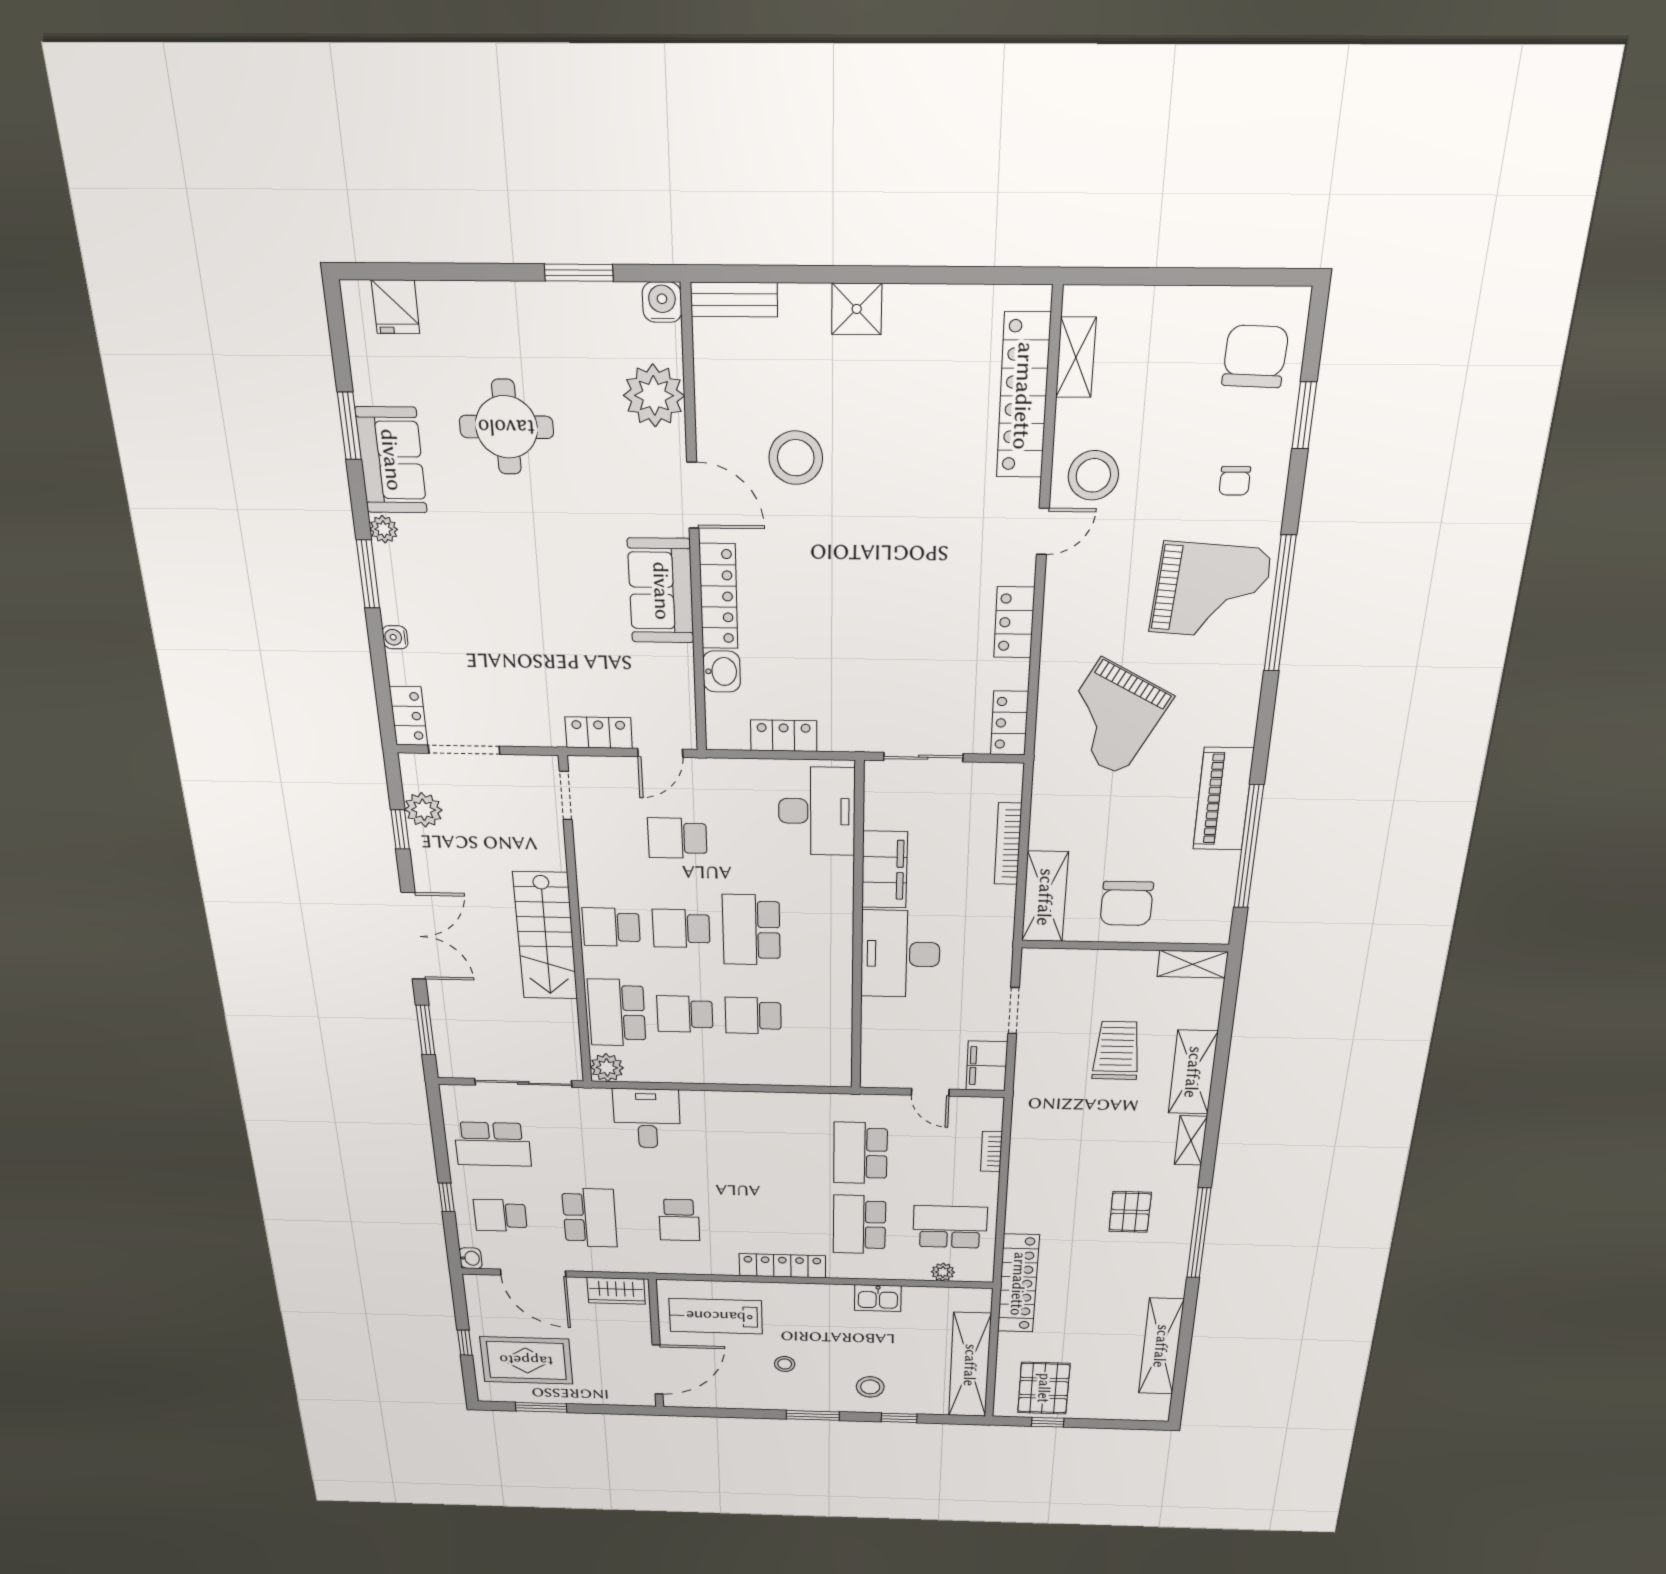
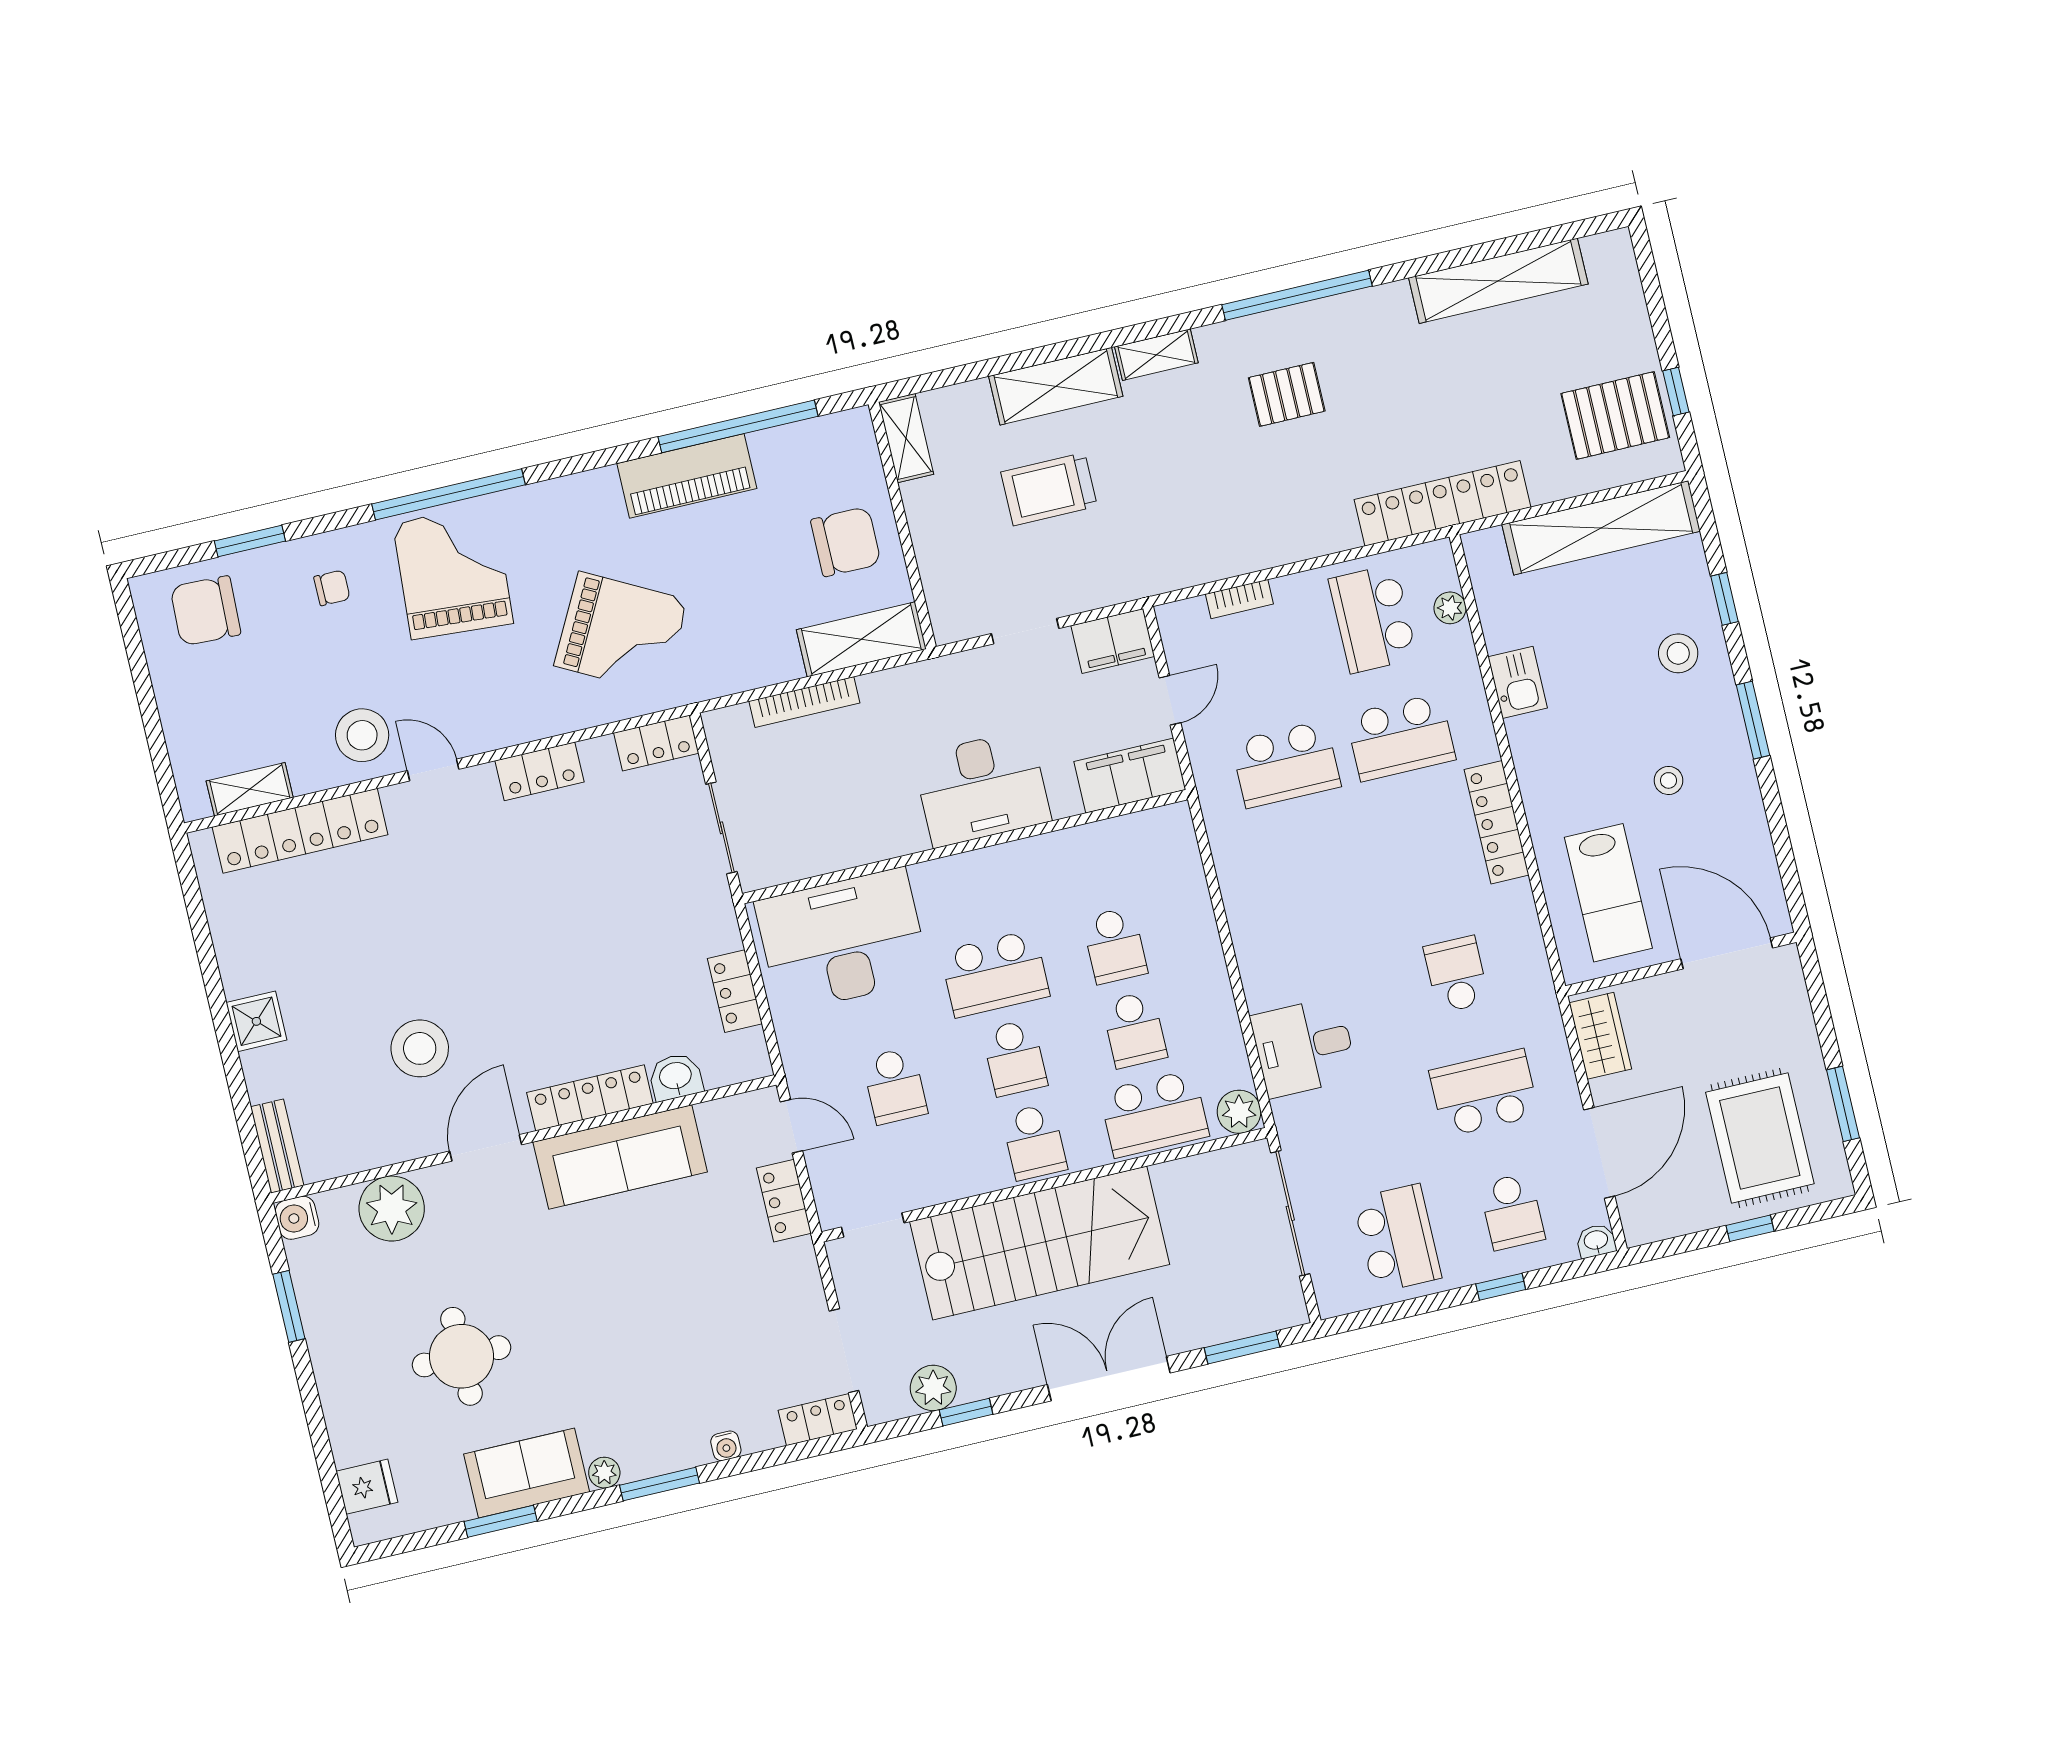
sofa: (661, 591) -> (620, 1157), width x1.36
desk: (817, 811) -> (843, 940), width x1.36, depth x1.30
filing cabinet: (885, 870) -> (1130, 776), moved
stairs: (545, 936) -> (1040, 1243), width x1.36, depth x1.51
school desk: (679, 1220) -> (1456, 974), turned -90

